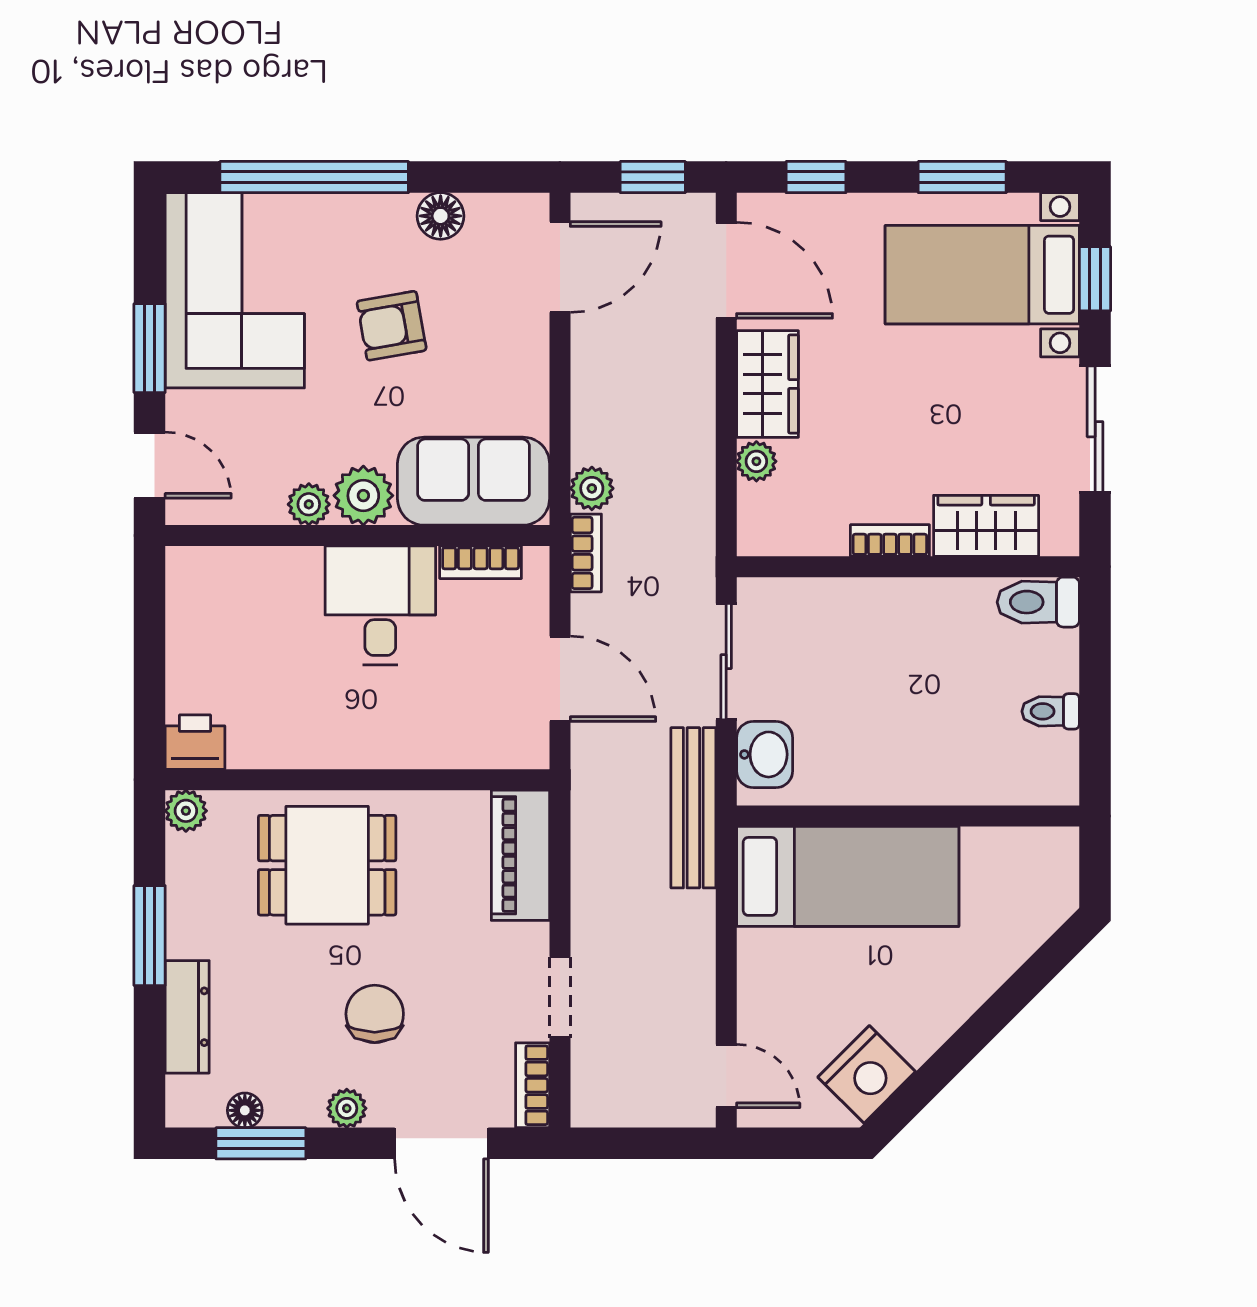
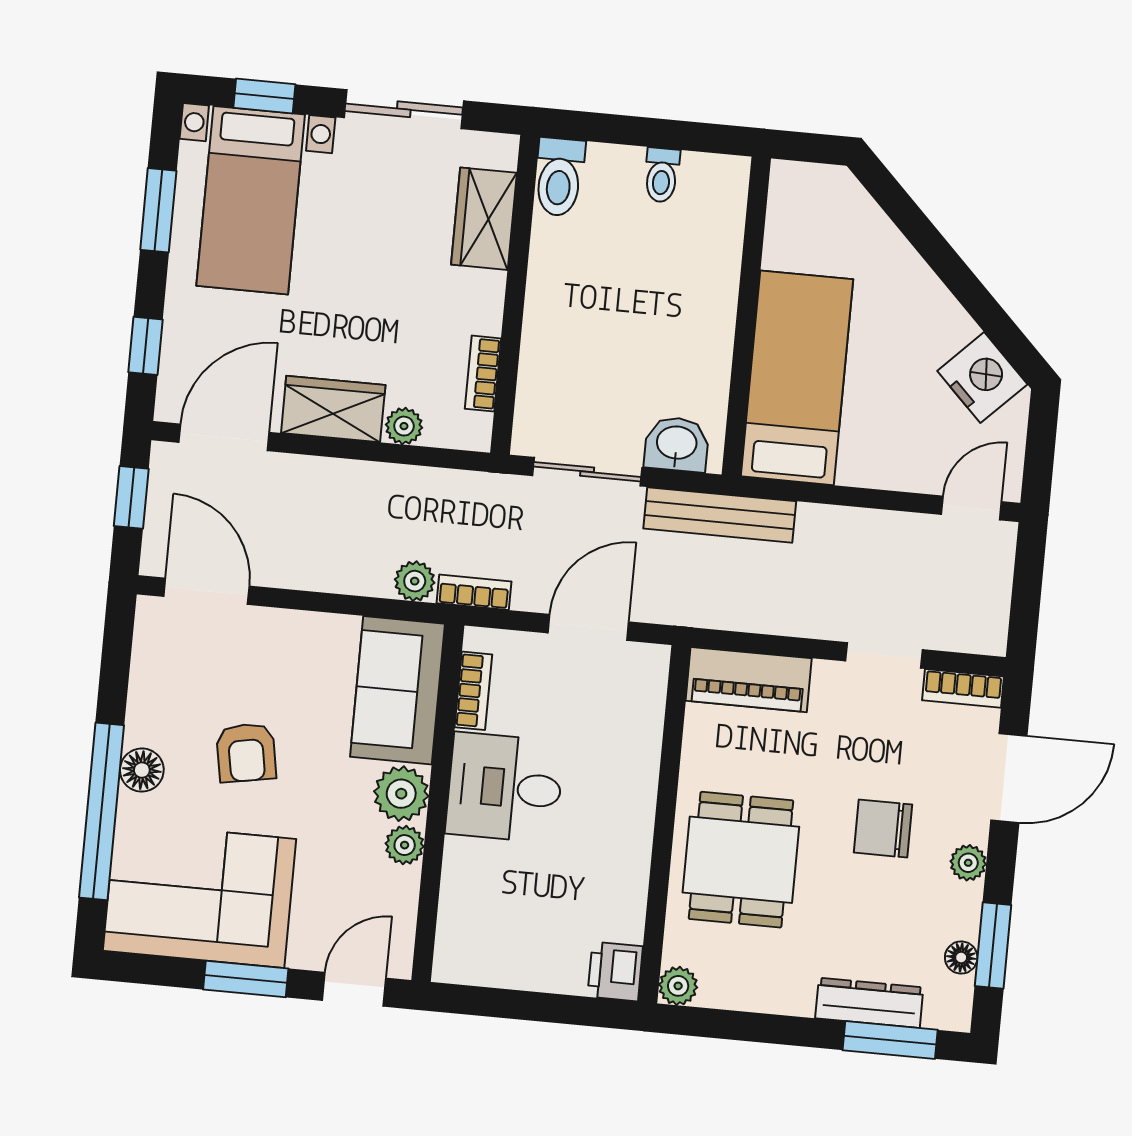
floor lamp: (441, 216) -> (142, 770), moved
bookcase: (890, 540) -> (483, 374), moved
window: (150, 936) -> (890, 1040), moved

